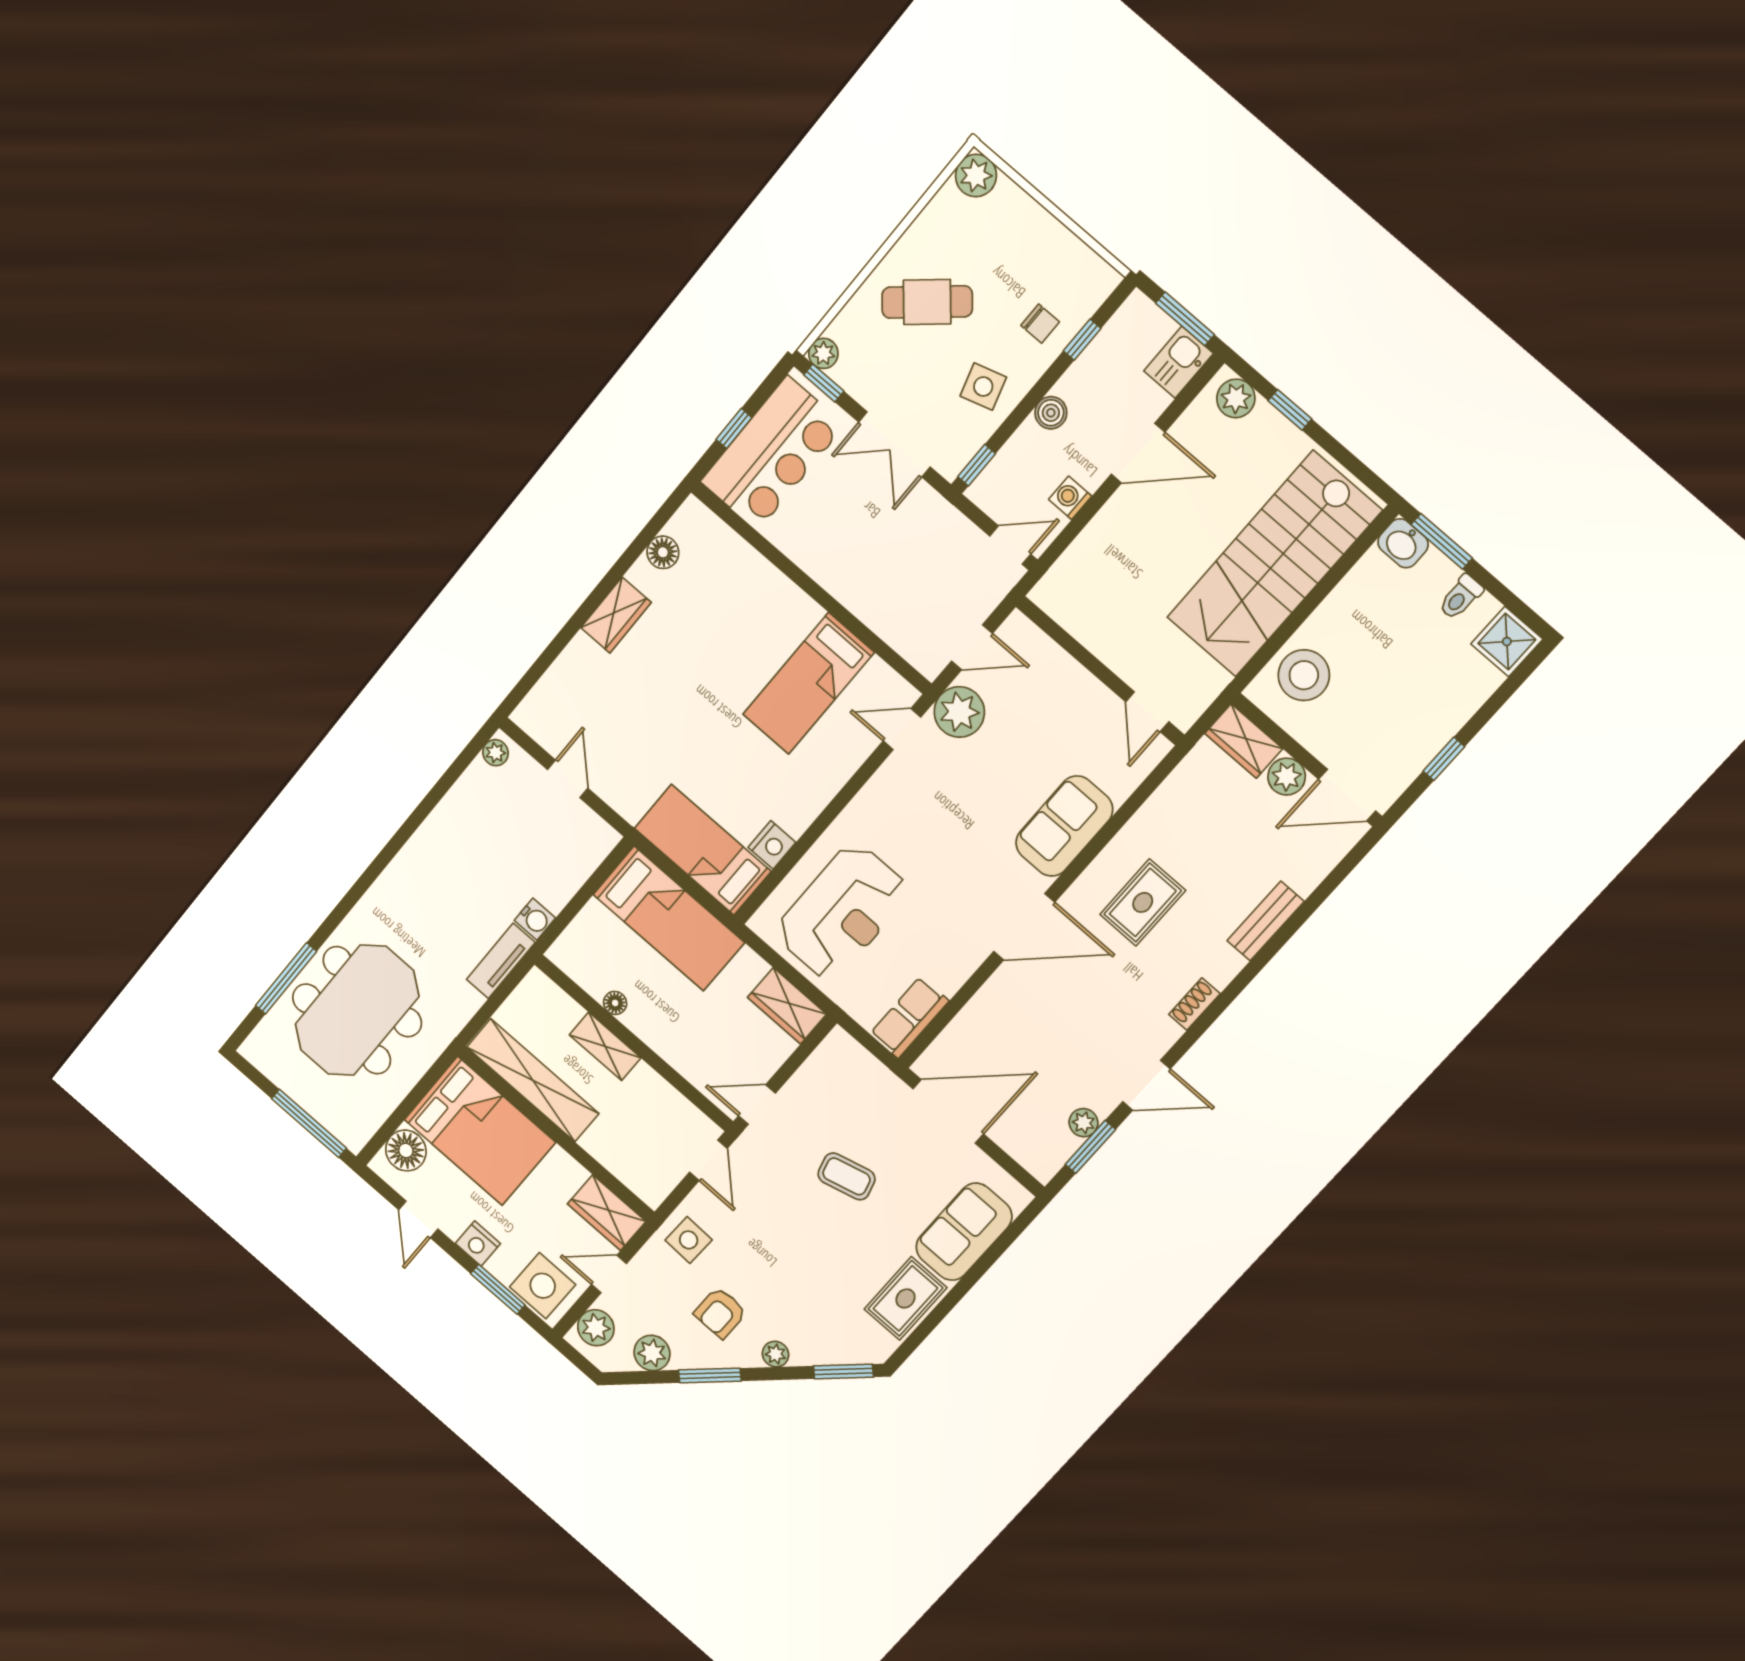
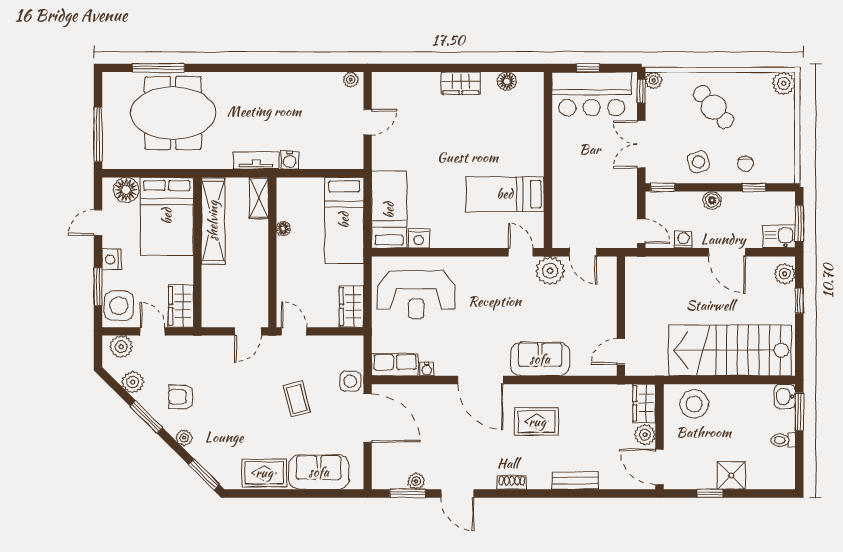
shower: (1507, 642) -> (731, 476), moved
water cooler: (950, 982) -> (427, 369), added
shelving: (605, 1046) -> (259, 198), moved
side table: (689, 1240) -> (350, 381), moved

